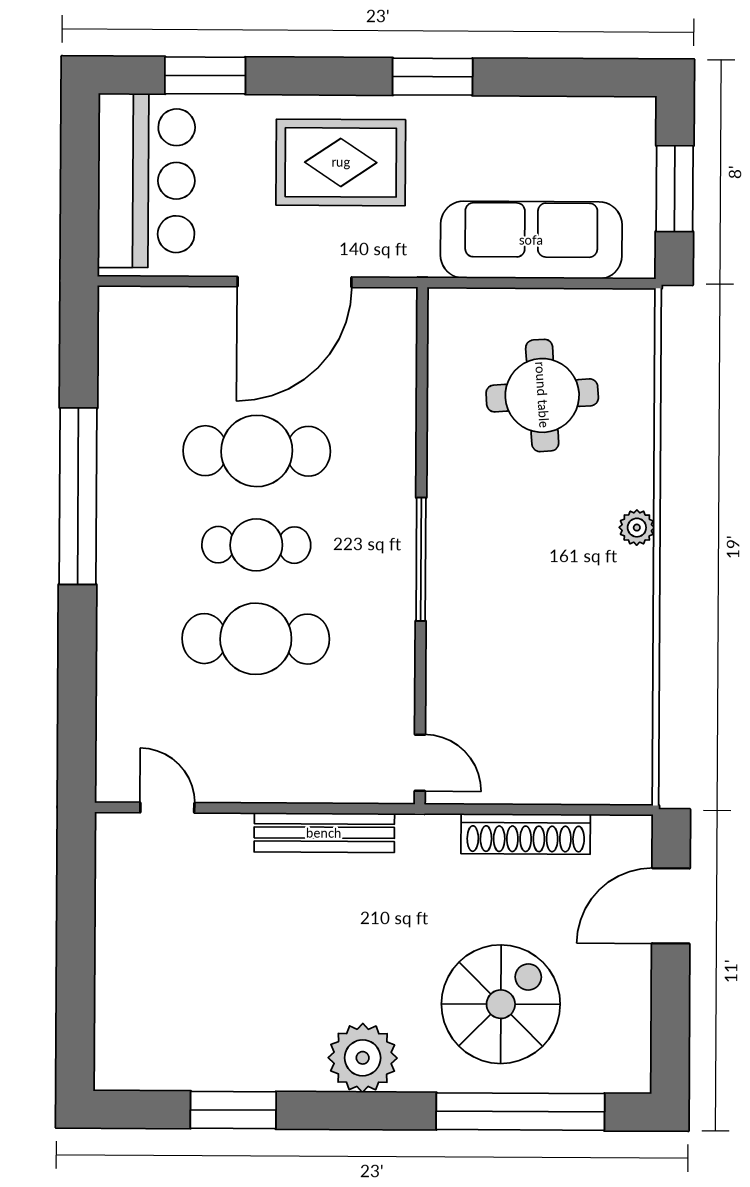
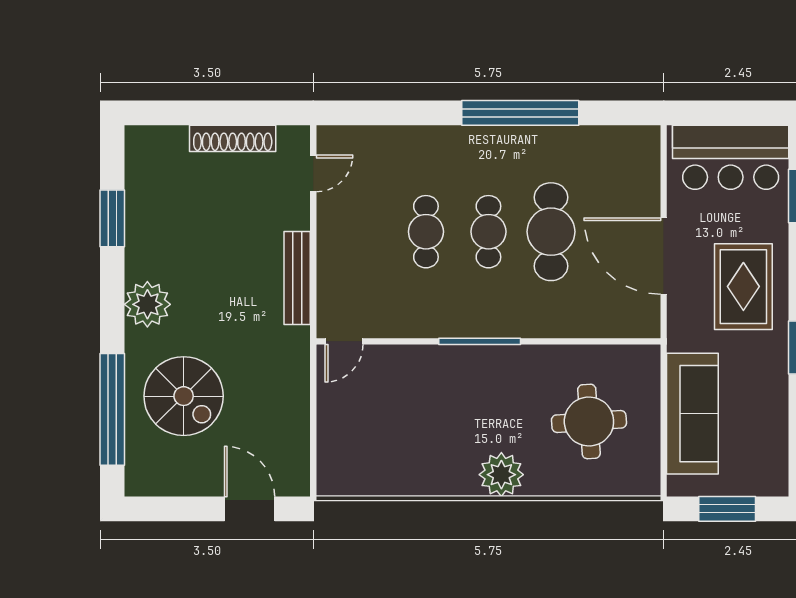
plant: (637, 528) -> (501, 475), width x1.88, depth x1.88
cafe table: (256, 639) -> (426, 232), width x0.73, depth x0.74
shoe rack: (526, 834) -> (233, 138), moved, turned -90

